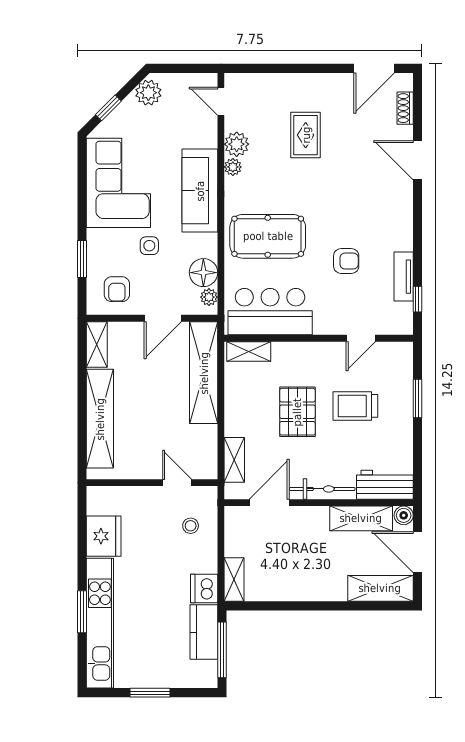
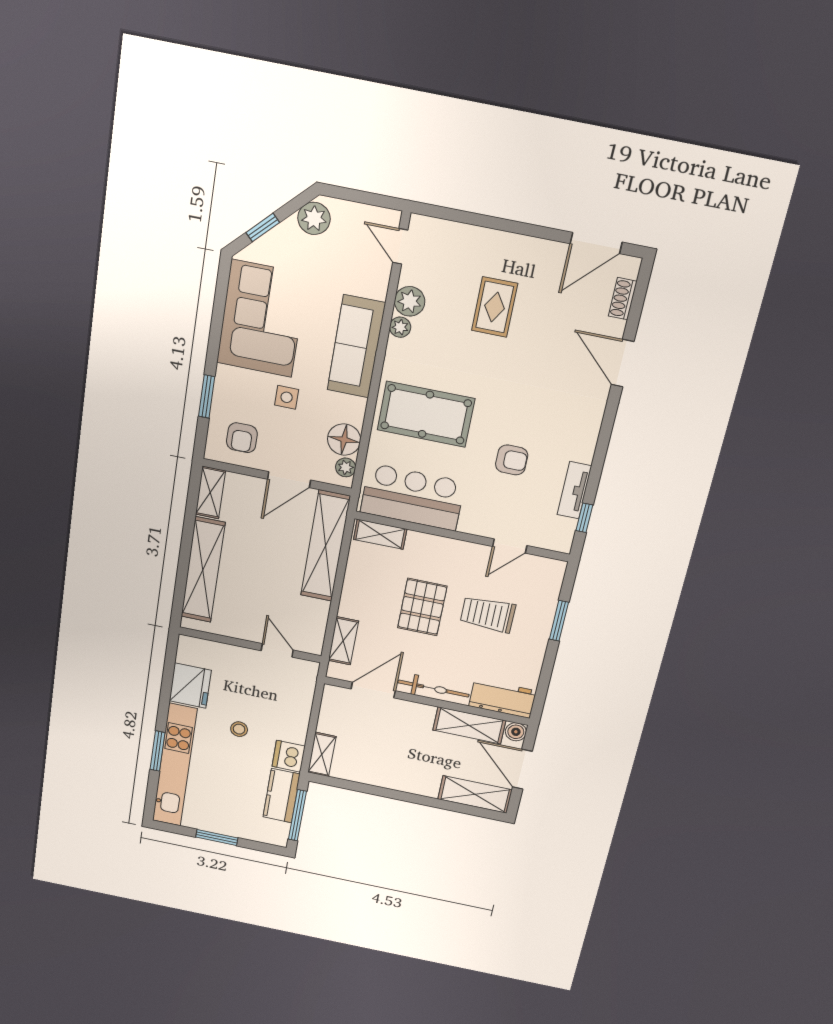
stool: (191, 526) -> (239, 729), moved

